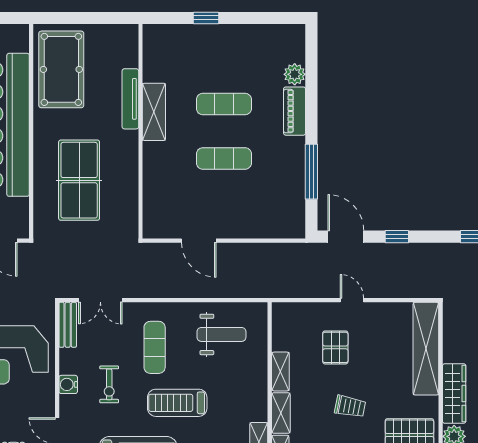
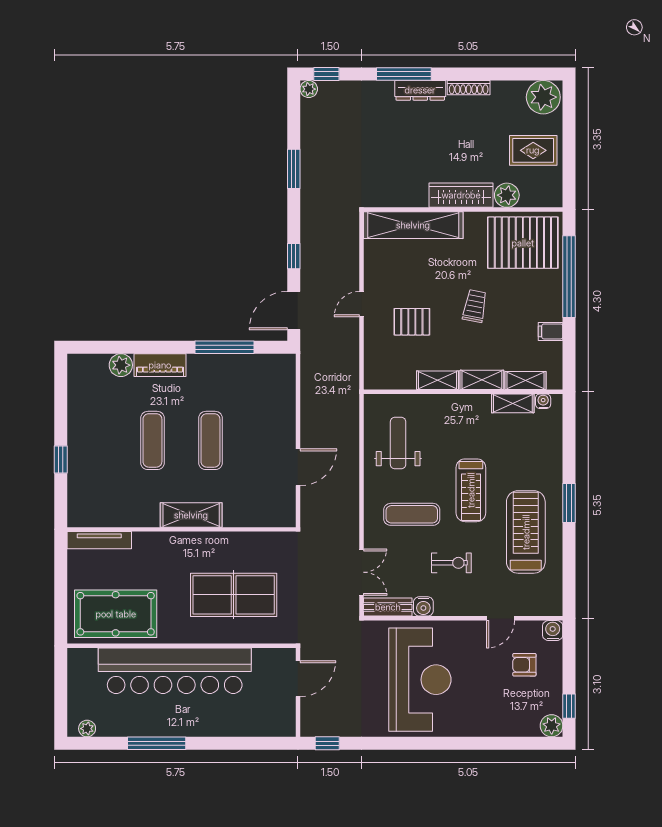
tv unit: (130, 99) -> (99, 540), moved
shelving: (154, 112) -> (191, 515), moved
water cooler: (68, 384) -> (423, 606), moved

